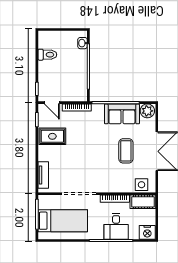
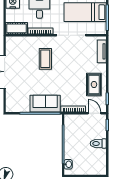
toilet: (47, 55) -> (98, 144), moved
plant: (147, 111) -> (13, 106), removed
sofa: (122, 114) -> (45, 104), moved
rug: (52, 136) -> (94, 84), turned 90
coffee table: (126, 151) -> (45, 59), moved
side table: (142, 185) -> (18, 43), removed

